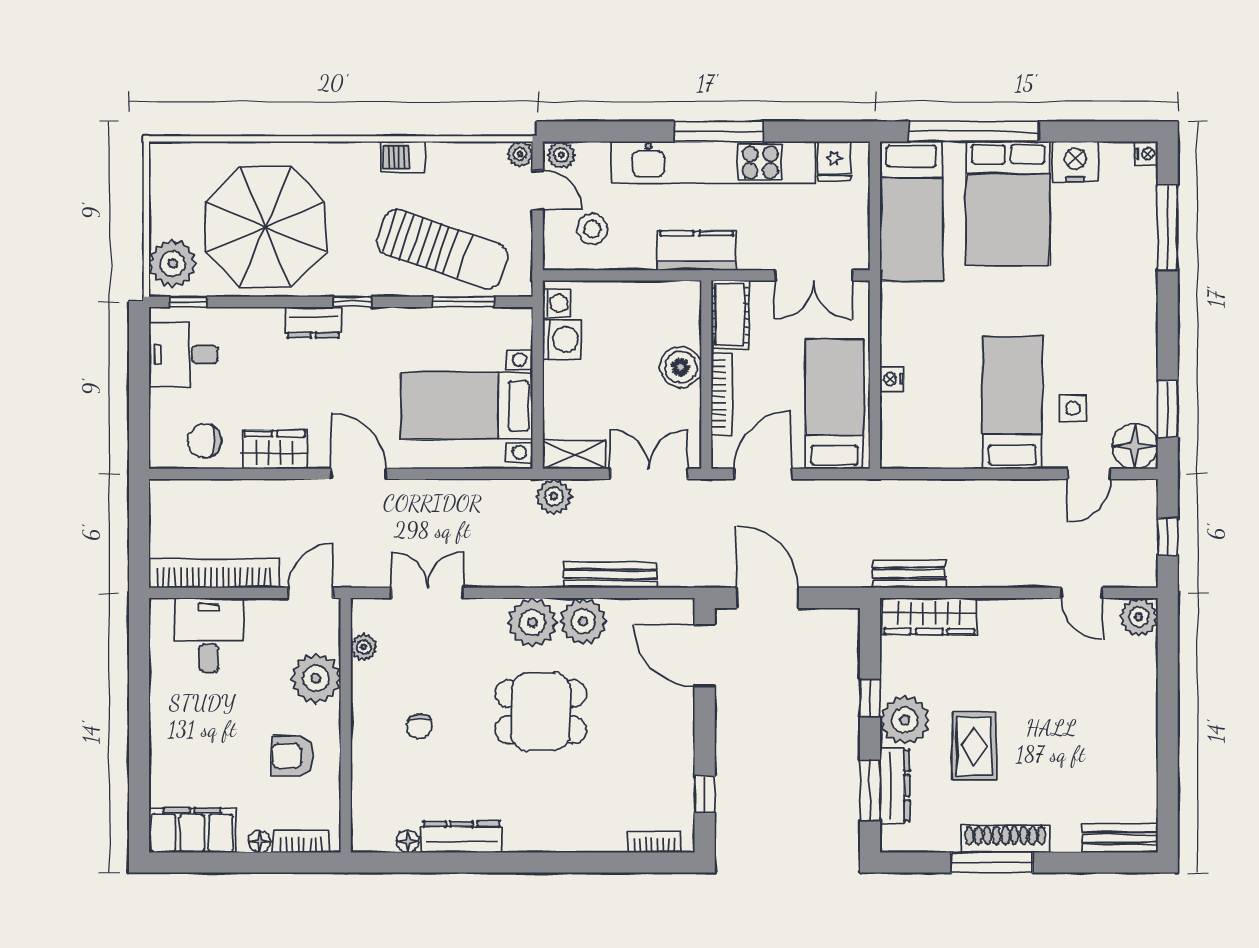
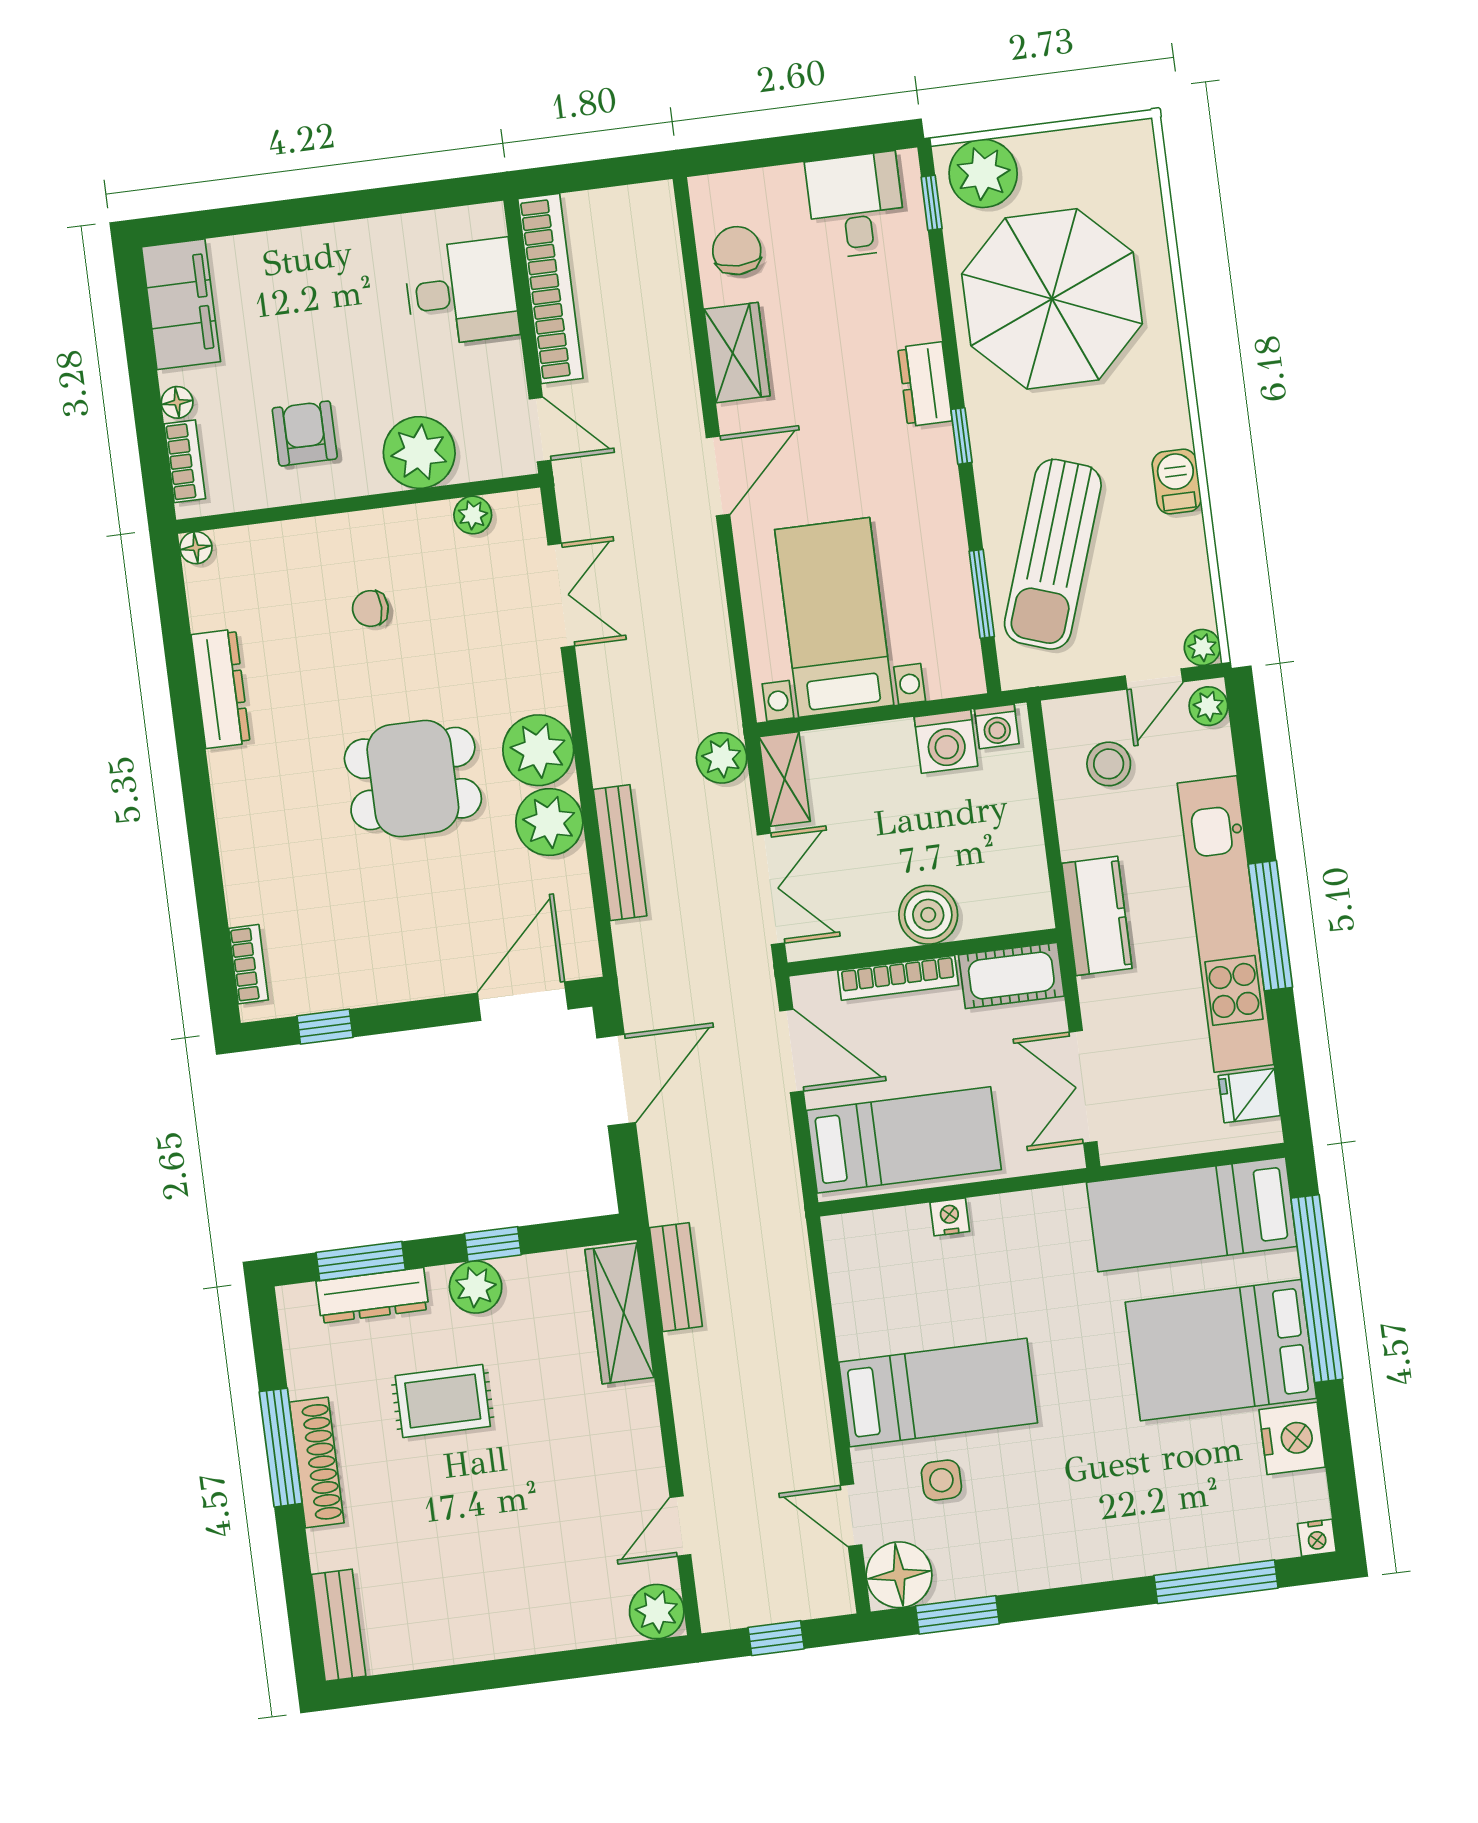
dining table: (541, 712) -> (413, 778), turned 90
plant: (905, 720) -> (476, 1287), width x0.73, depth x0.73
floor lamp: (408, 841) -> (196, 548), moved

